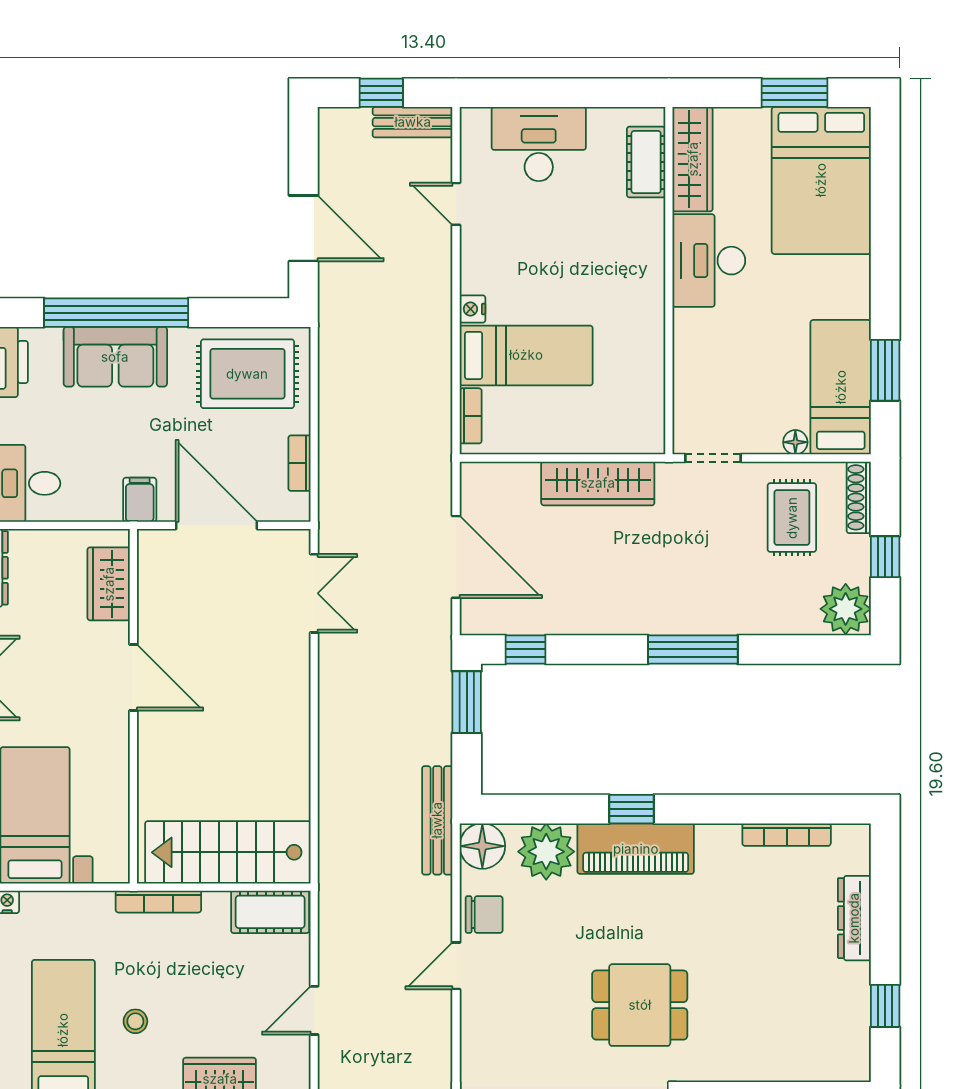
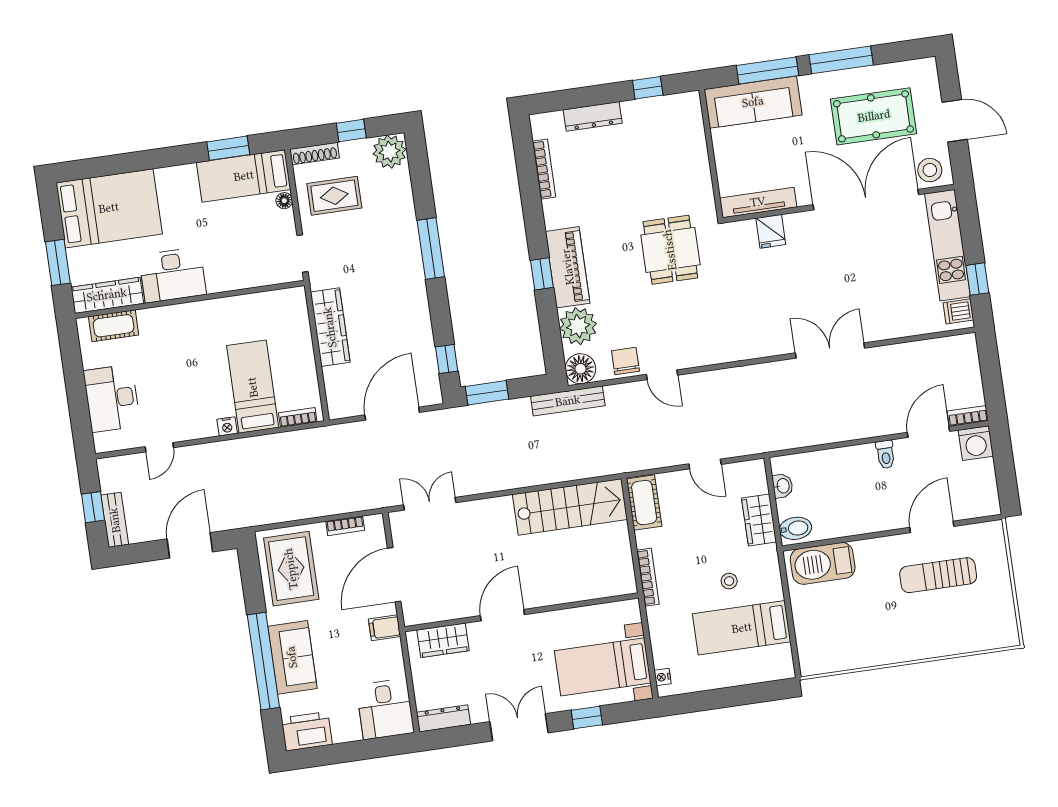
window: (795, 93) -> (58, 262), moved
bench: (413, 122) -> (115, 520), moved
stairs: (228, 852) -> (570, 507), moved, turned -90

